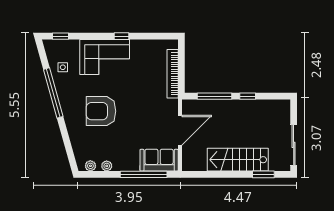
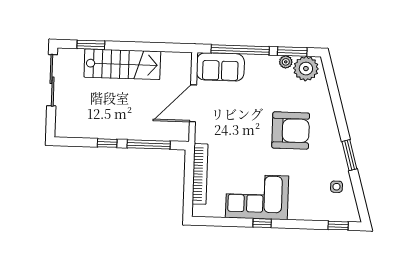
corner sofa: (105, 57) -> (257, 197), moved
window: (53, 93) -> (349, 155), width x0.47
plant: (90, 166) -> (306, 69), width x1.88, depth x1.88
window: (102, 174) -> (292, 51), added

